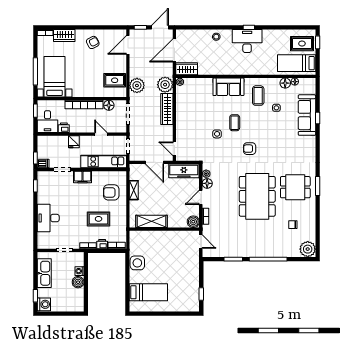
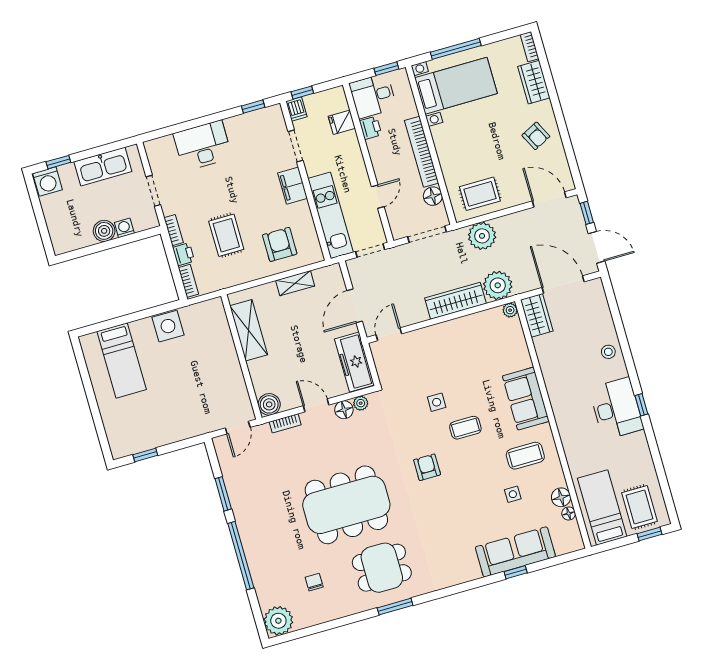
rug: (115, 80) -> (480, 194), turned 90
fridge: (74, 142) -> (342, 122), moved
dining table: (295, 187) -> (382, 568), turned 90

